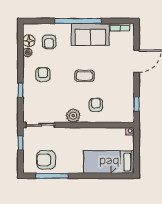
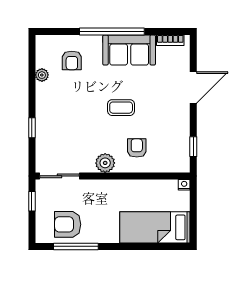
floor lamp: (29, 41) -> (44, 59), removed
armchair: (43, 74) -> (63, 106), removed

